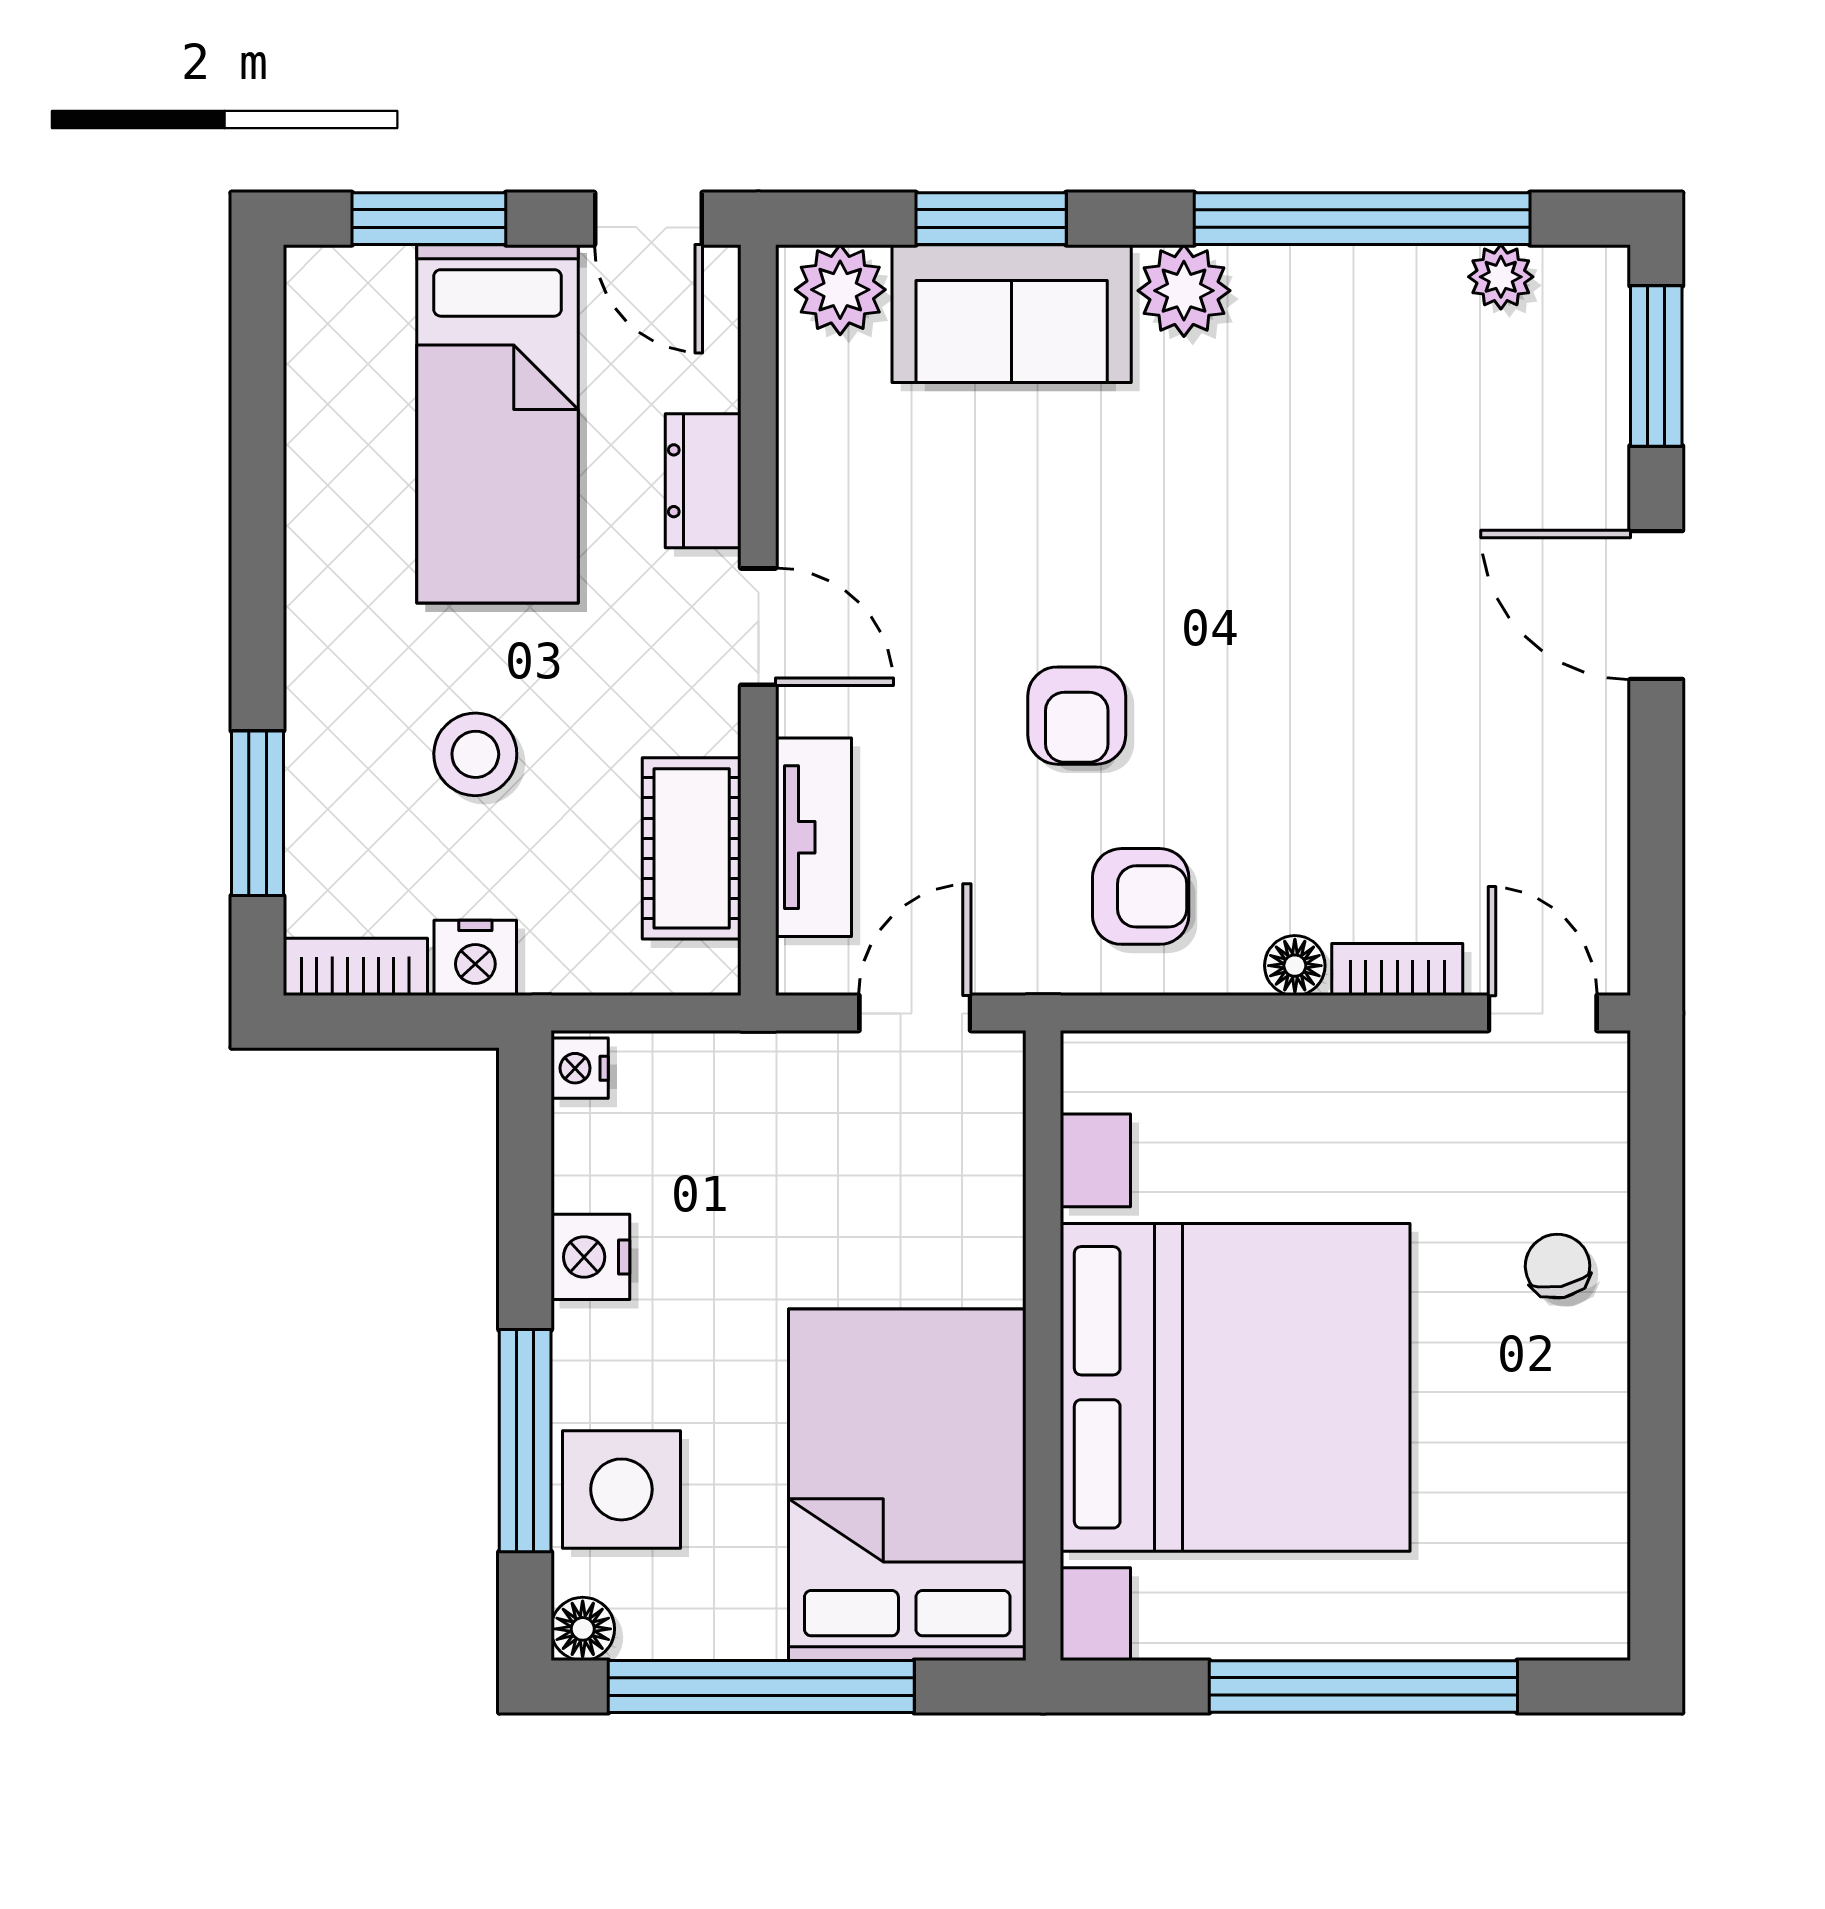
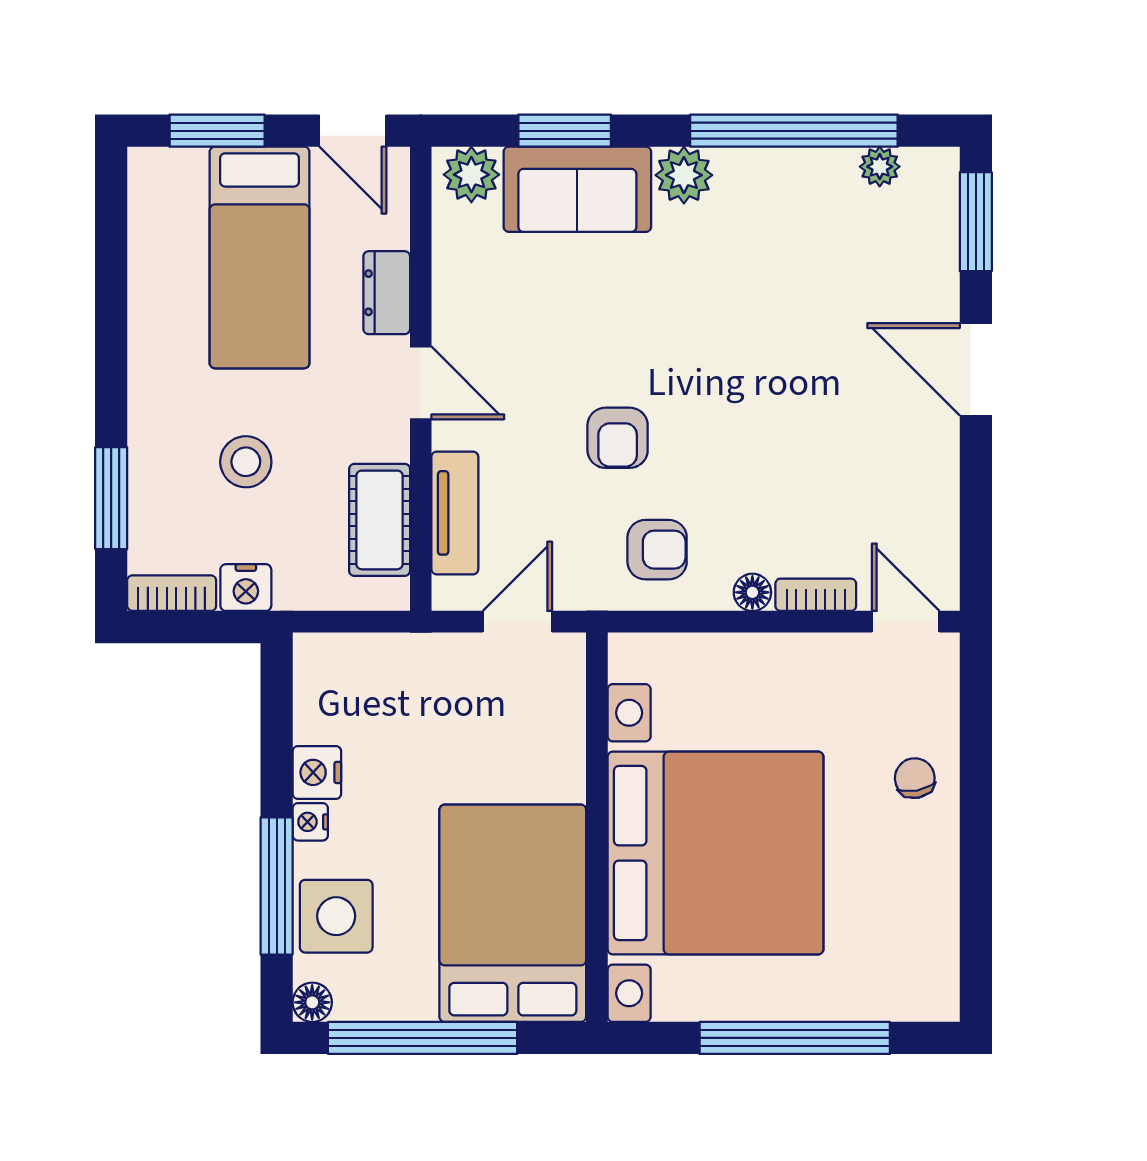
nightstand: (580, 1068) -> (310, 822), moved

